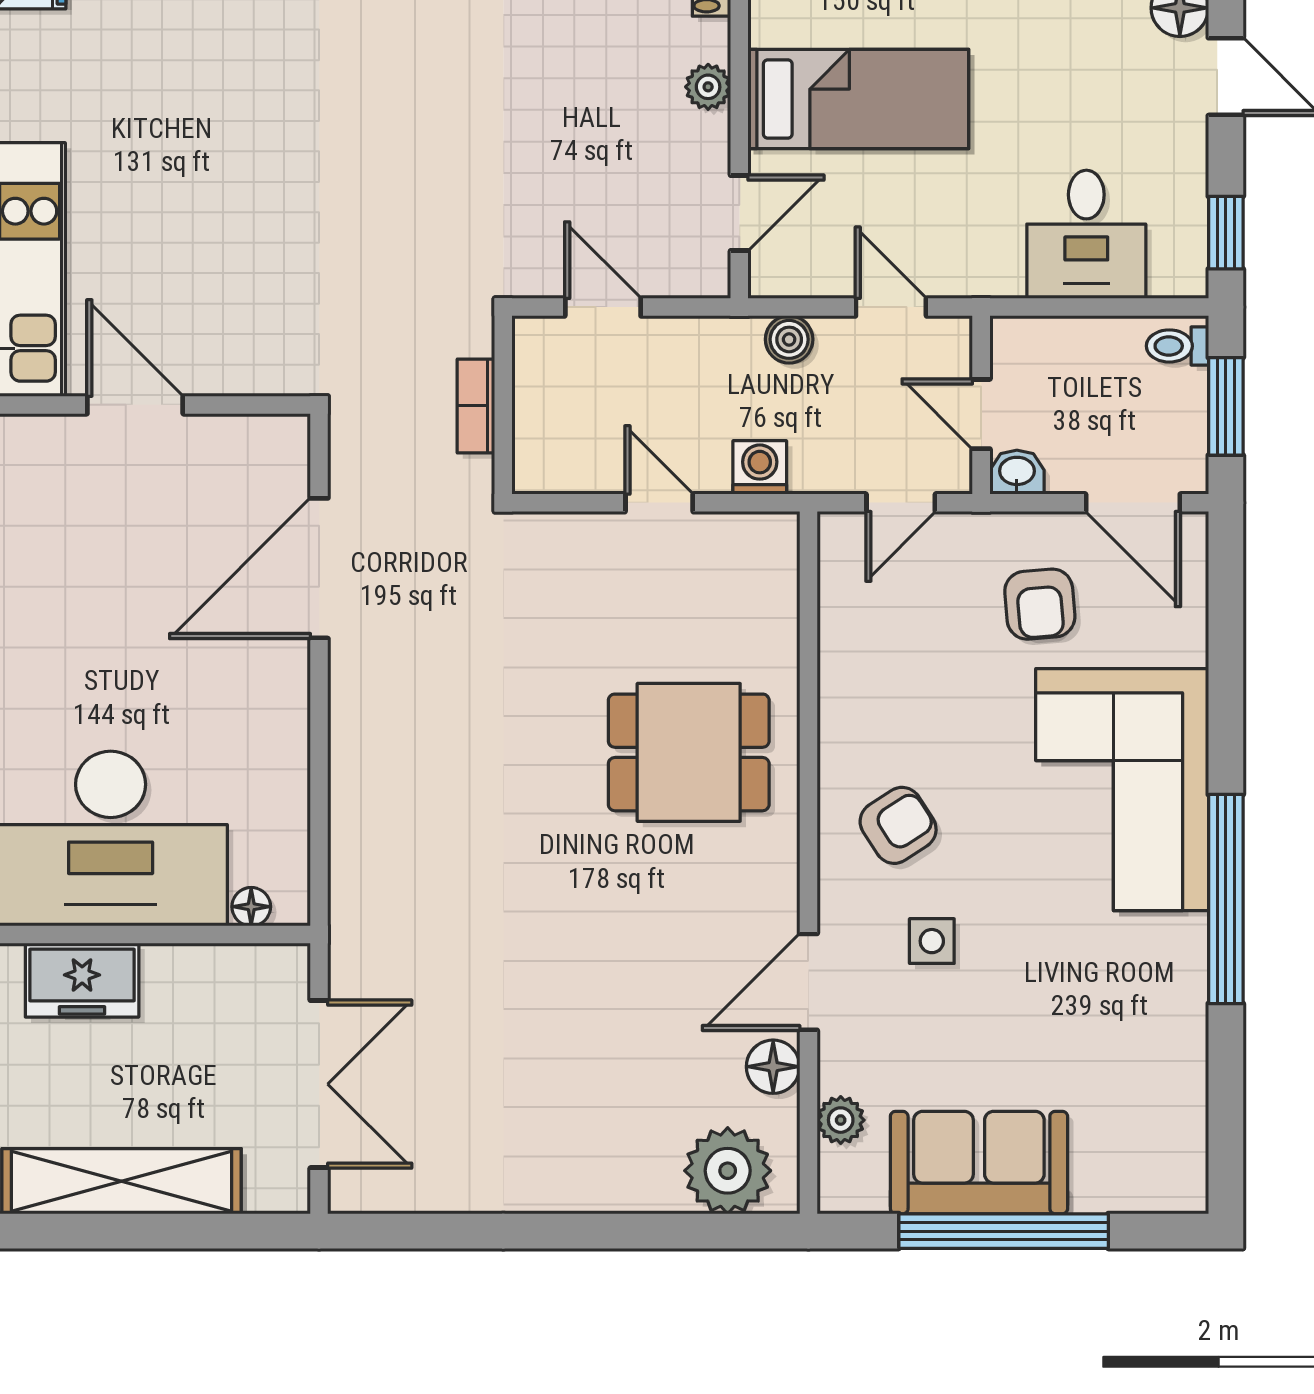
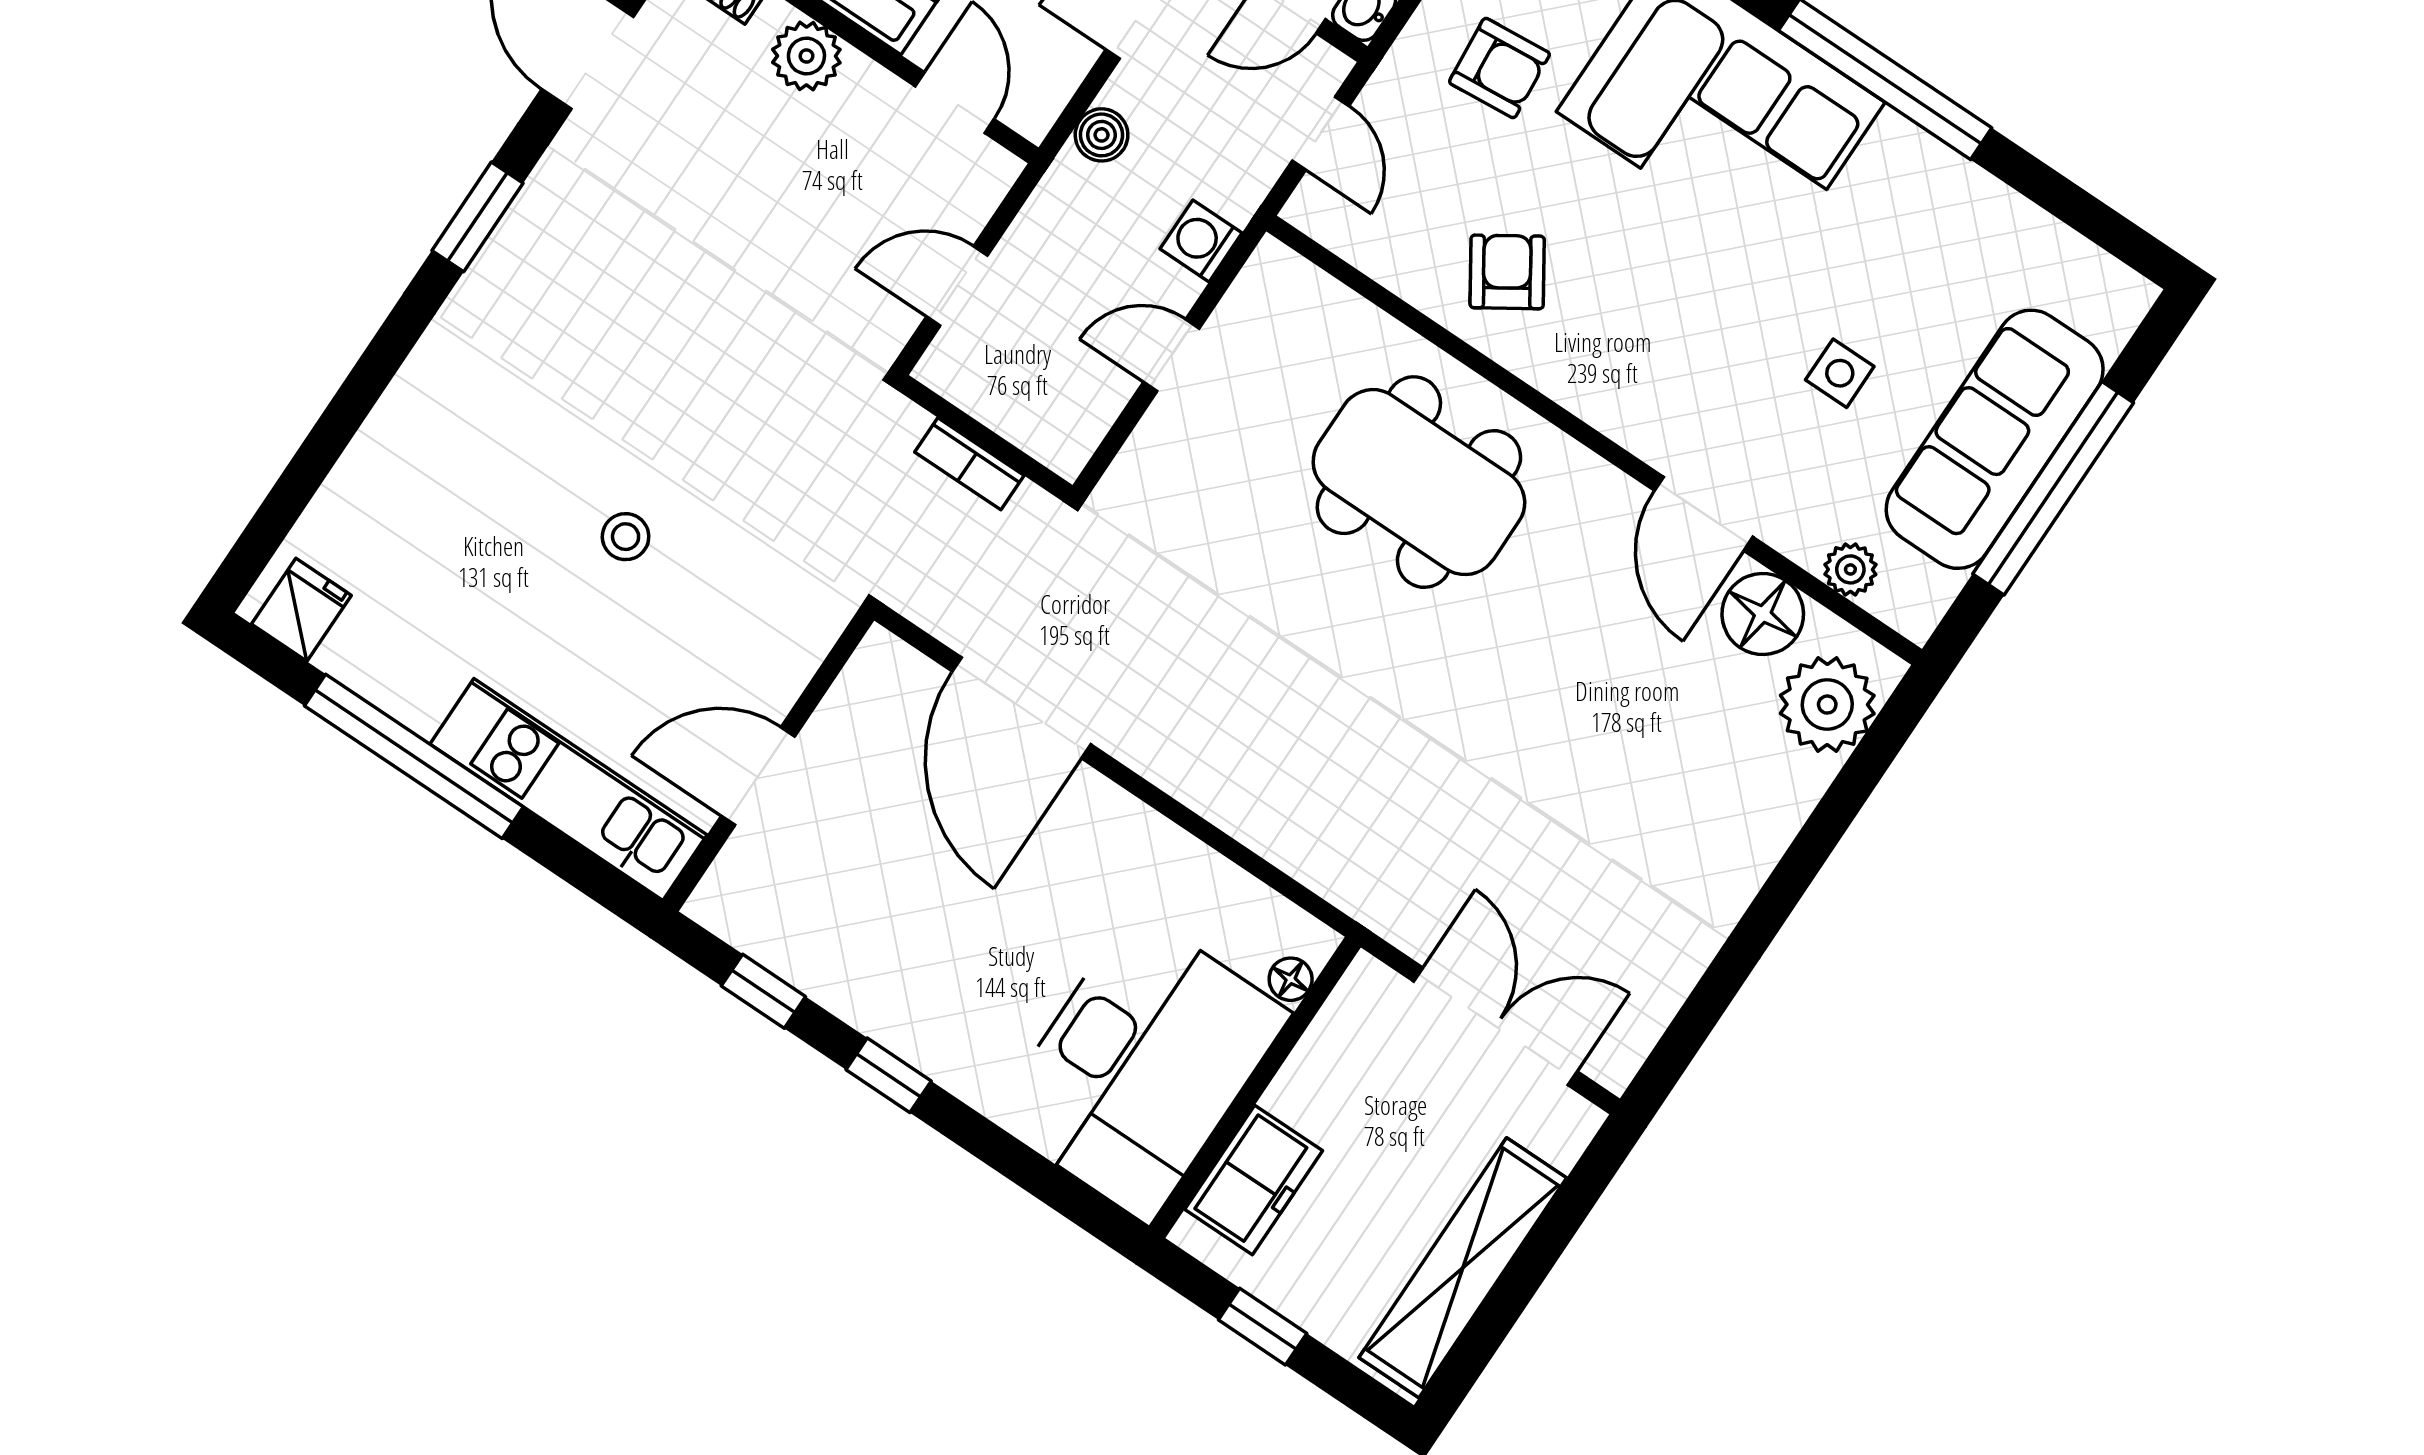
plant: (708, 87) -> (806, 56), width x1.38, depth x1.38
stool: (248, 185) -> (626, 537), added
dining table: (689, 752) -> (1419, 482), width x1.38
armchair: (898, 825) -> (1507, 272), moved
side table: (932, 941) -> (1840, 373), moved
floor lamp: (773, 1067) -> (1763, 614), width x1.38, depth x1.38
sofa: (979, 1163) -> (1995, 439), width x1.36

